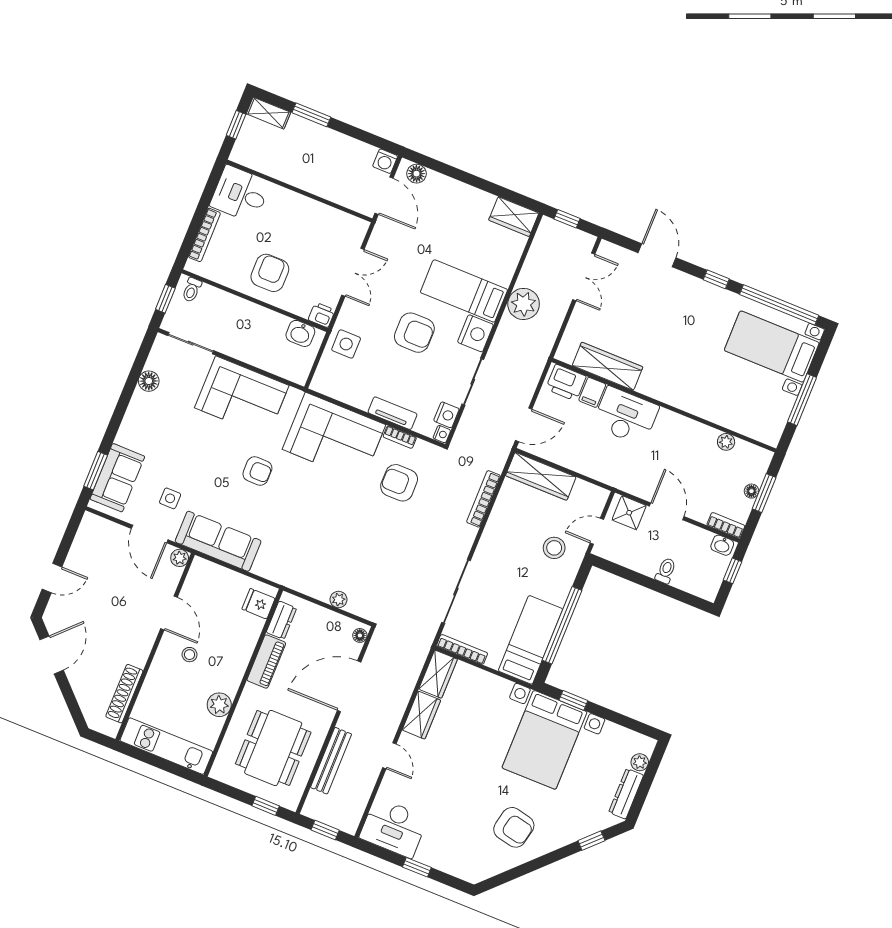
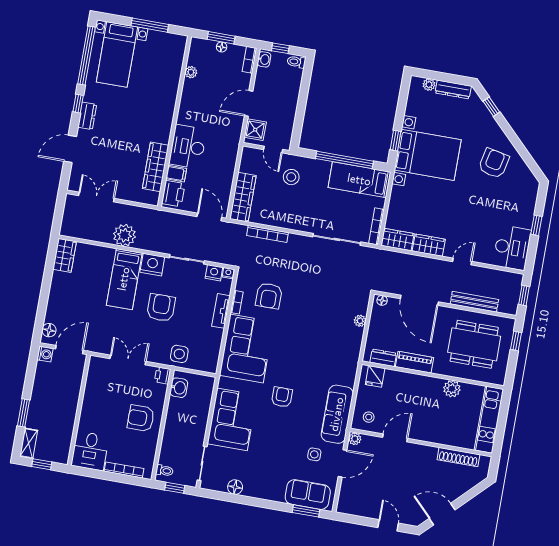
window: (567, 219) -> (58, 218), removed
dresser: (697, 288) -> (87, 116), added
toilet: (666, 571) -> (296, 62), moved
stool: (190, 655) -> (369, 417), moved

